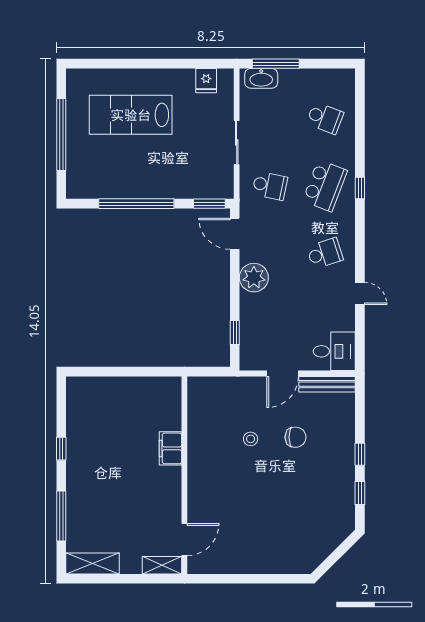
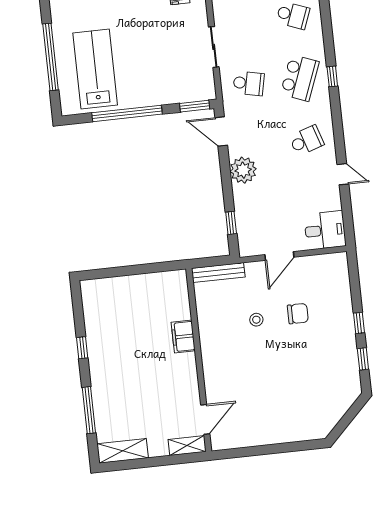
lab bench: (131, 115) -> (95, 69), moved, turned 90
bench: (327, 384) -> (218, 273), moved

